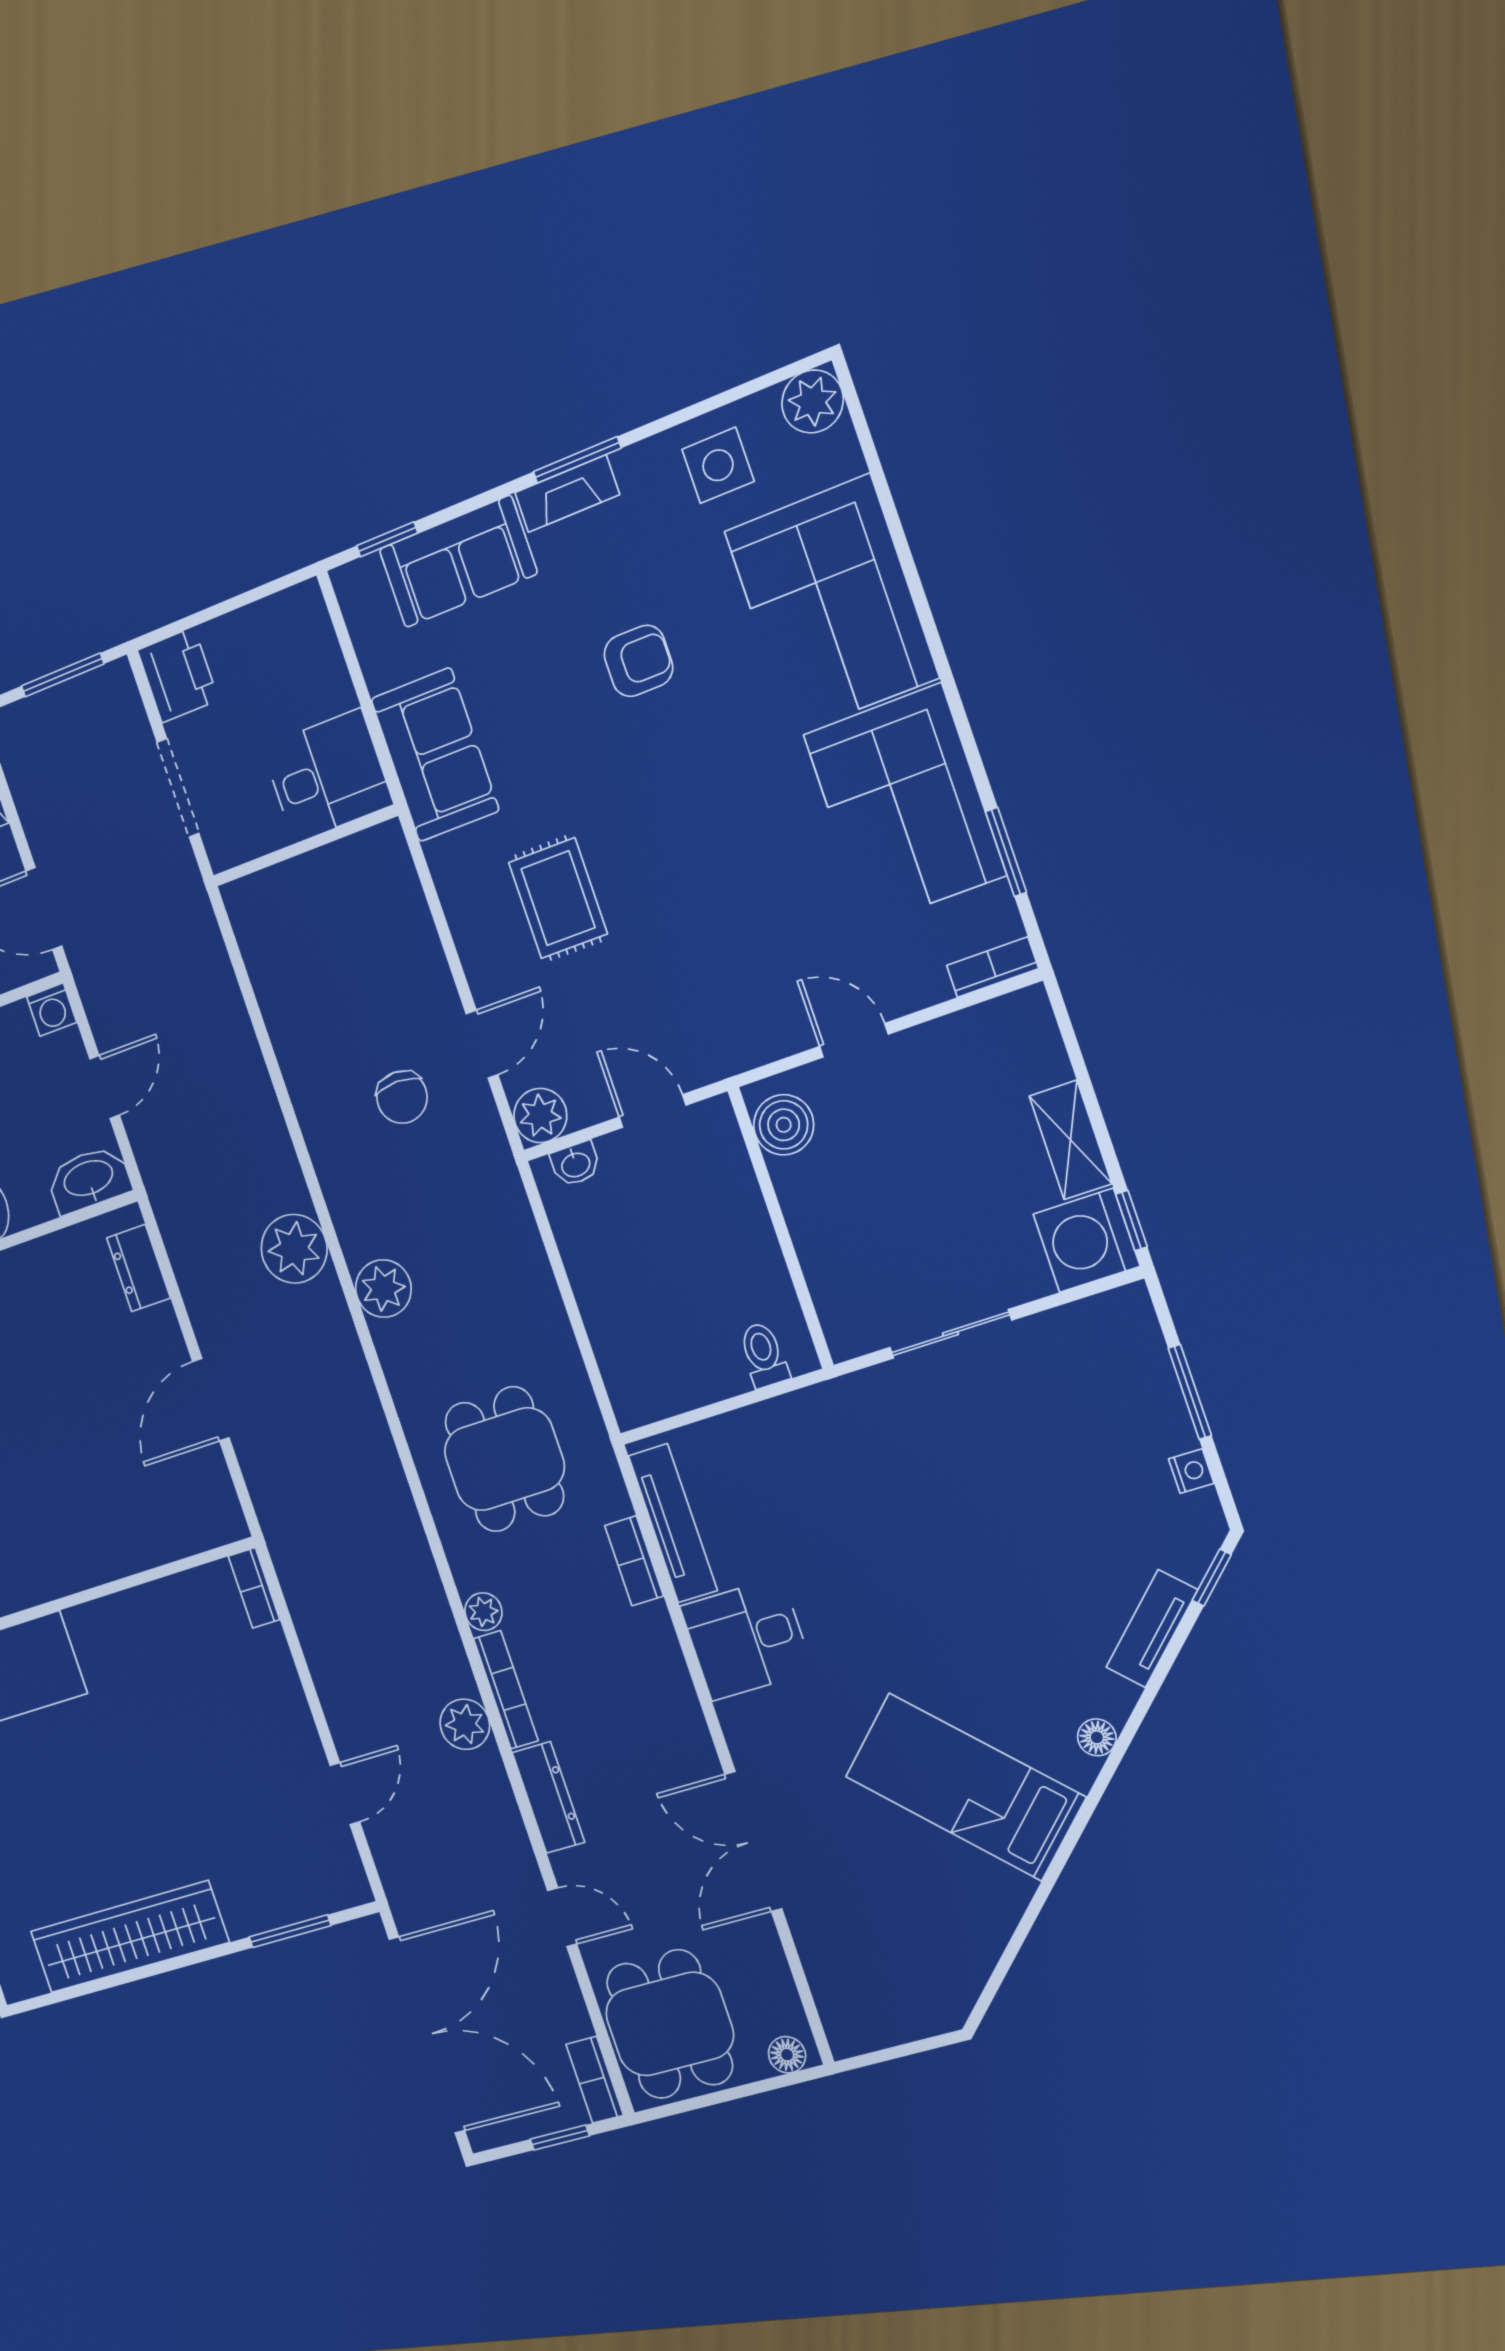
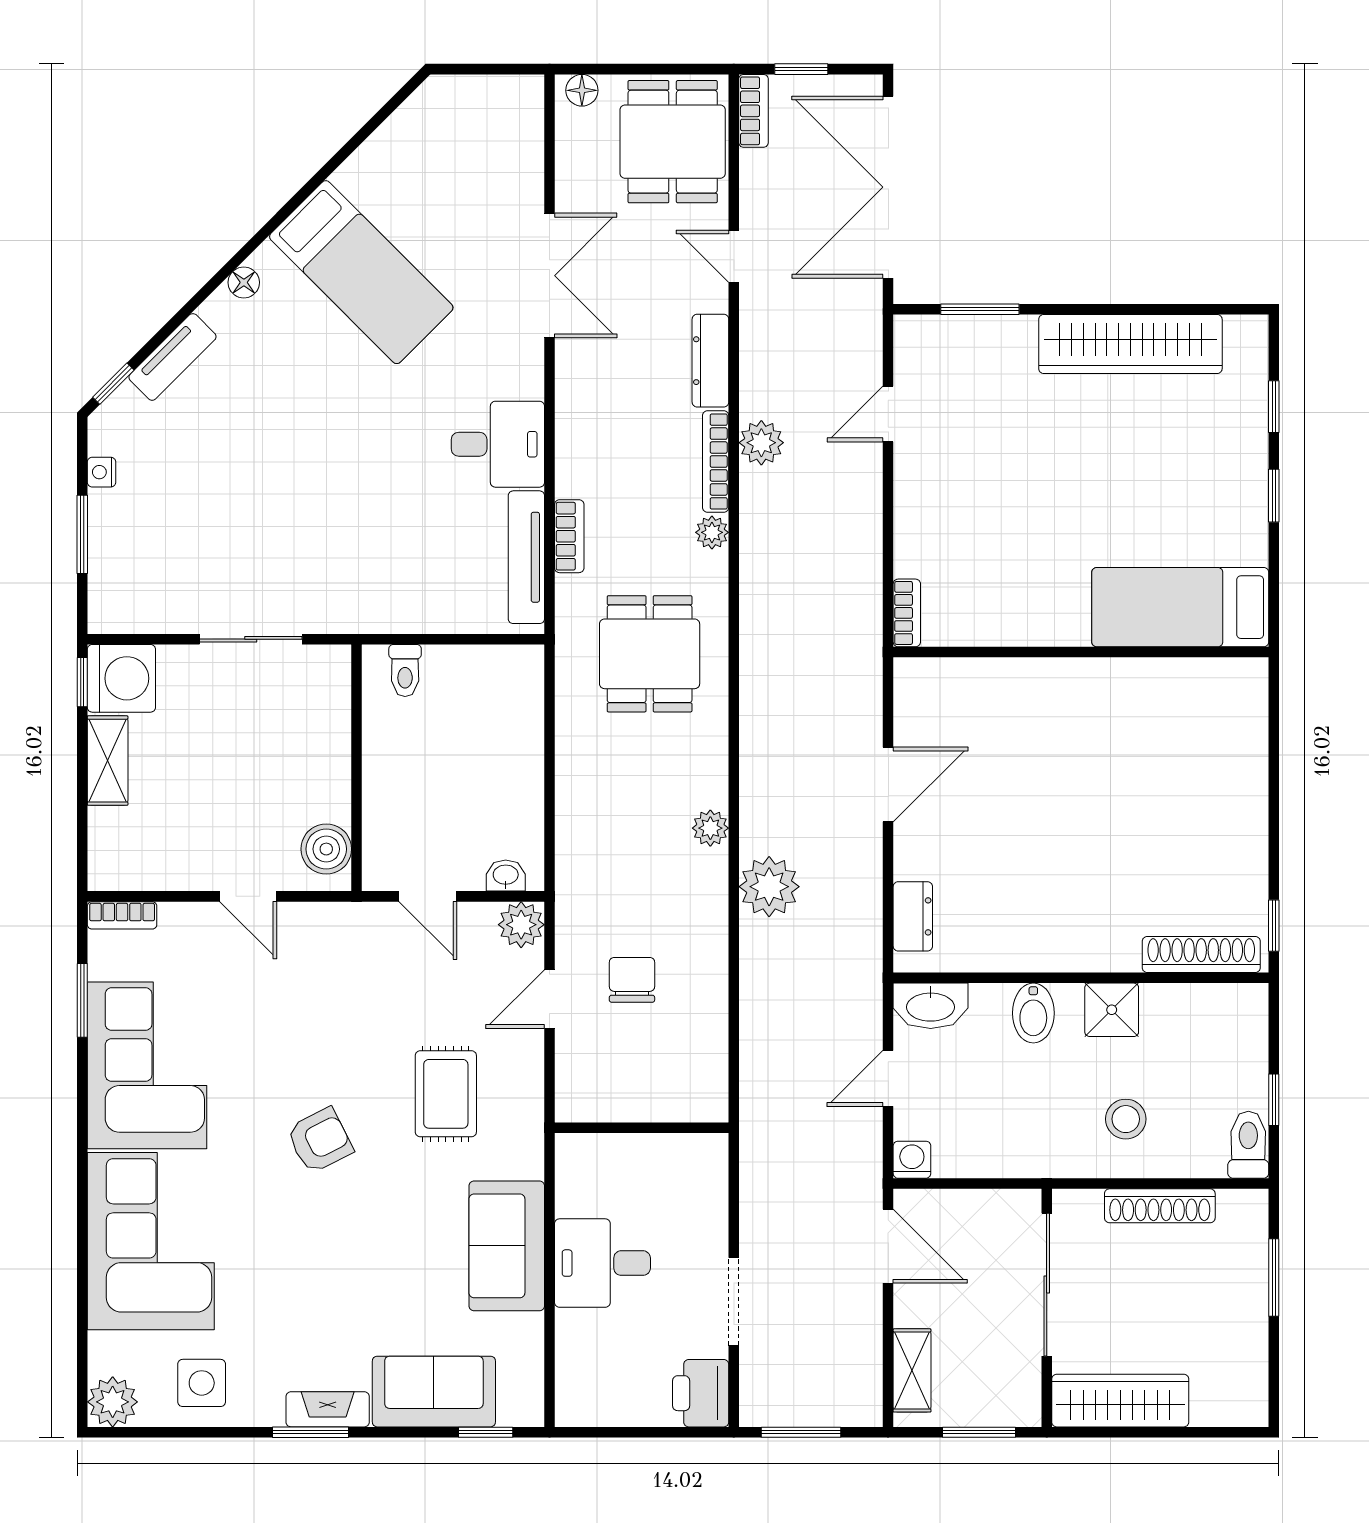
armchair: (638, 661) -> (320, 1140), moved, turned 153
wall: (305, 846) -> (642, 1128), moved
plant: (383, 1289) -> (710, 828), width x0.73, depth x0.73

